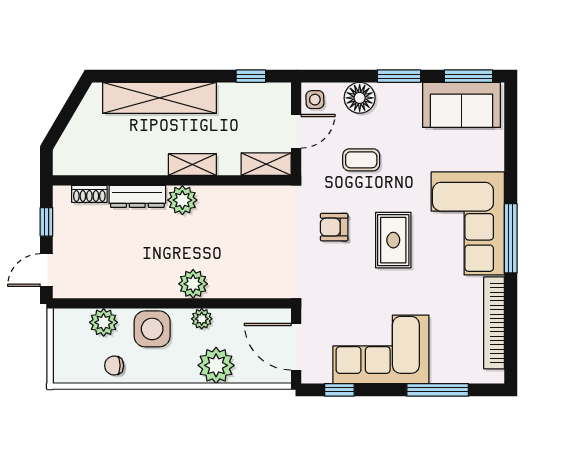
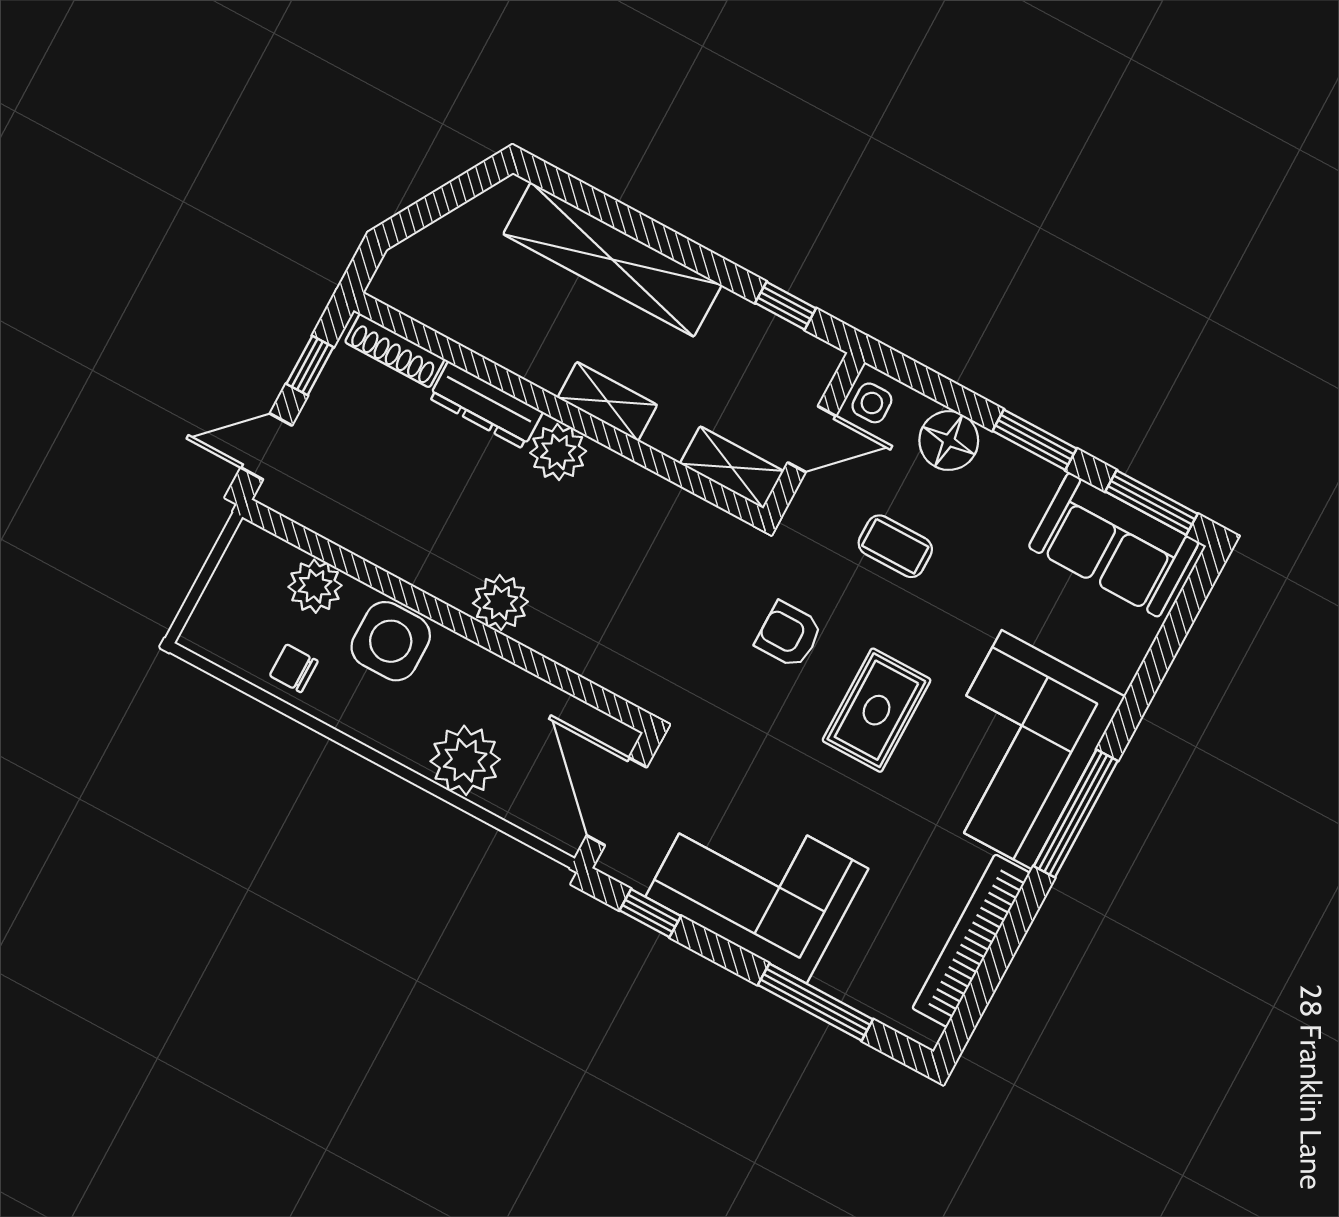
shoe rack: (89, 194) -> (395, 351), width x1.43
plant: (202, 319) -> (483, 669), removed

